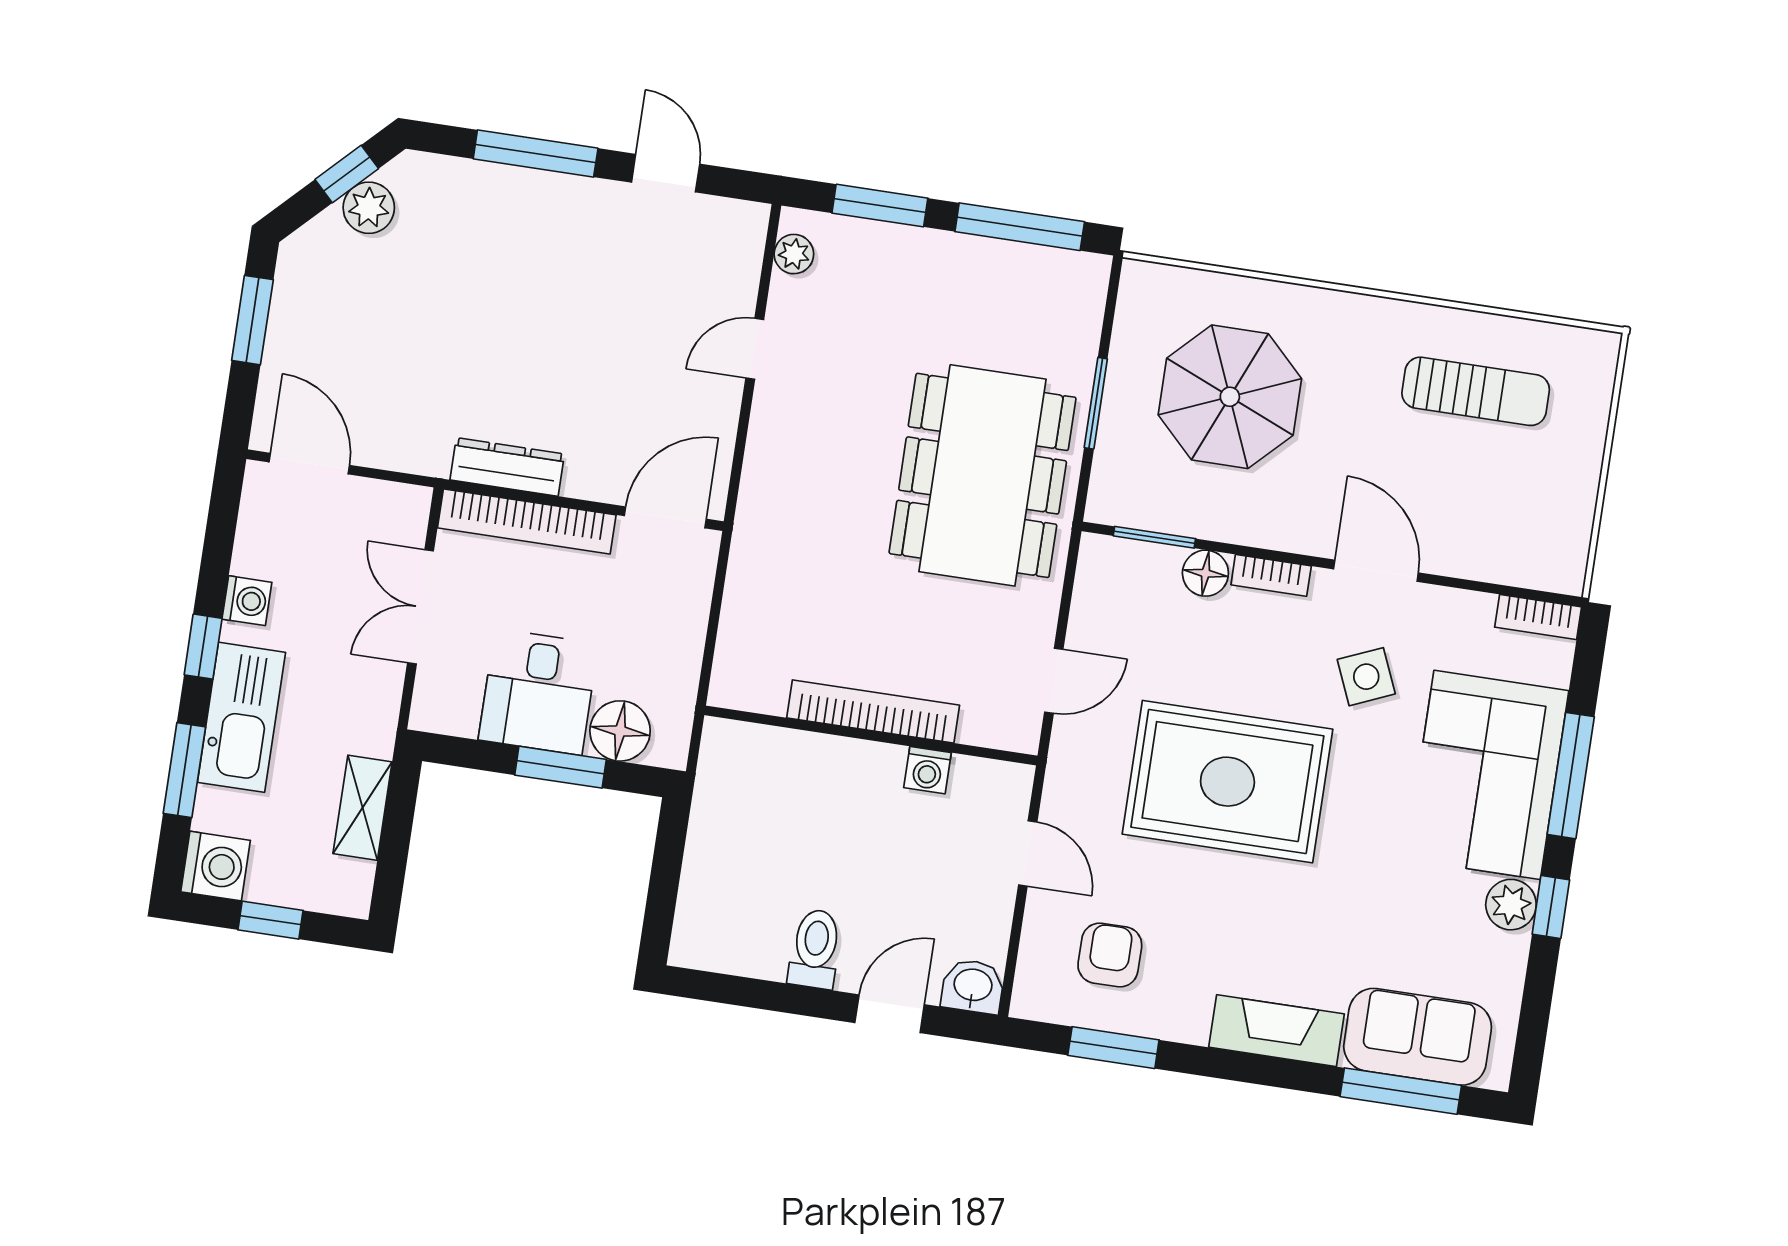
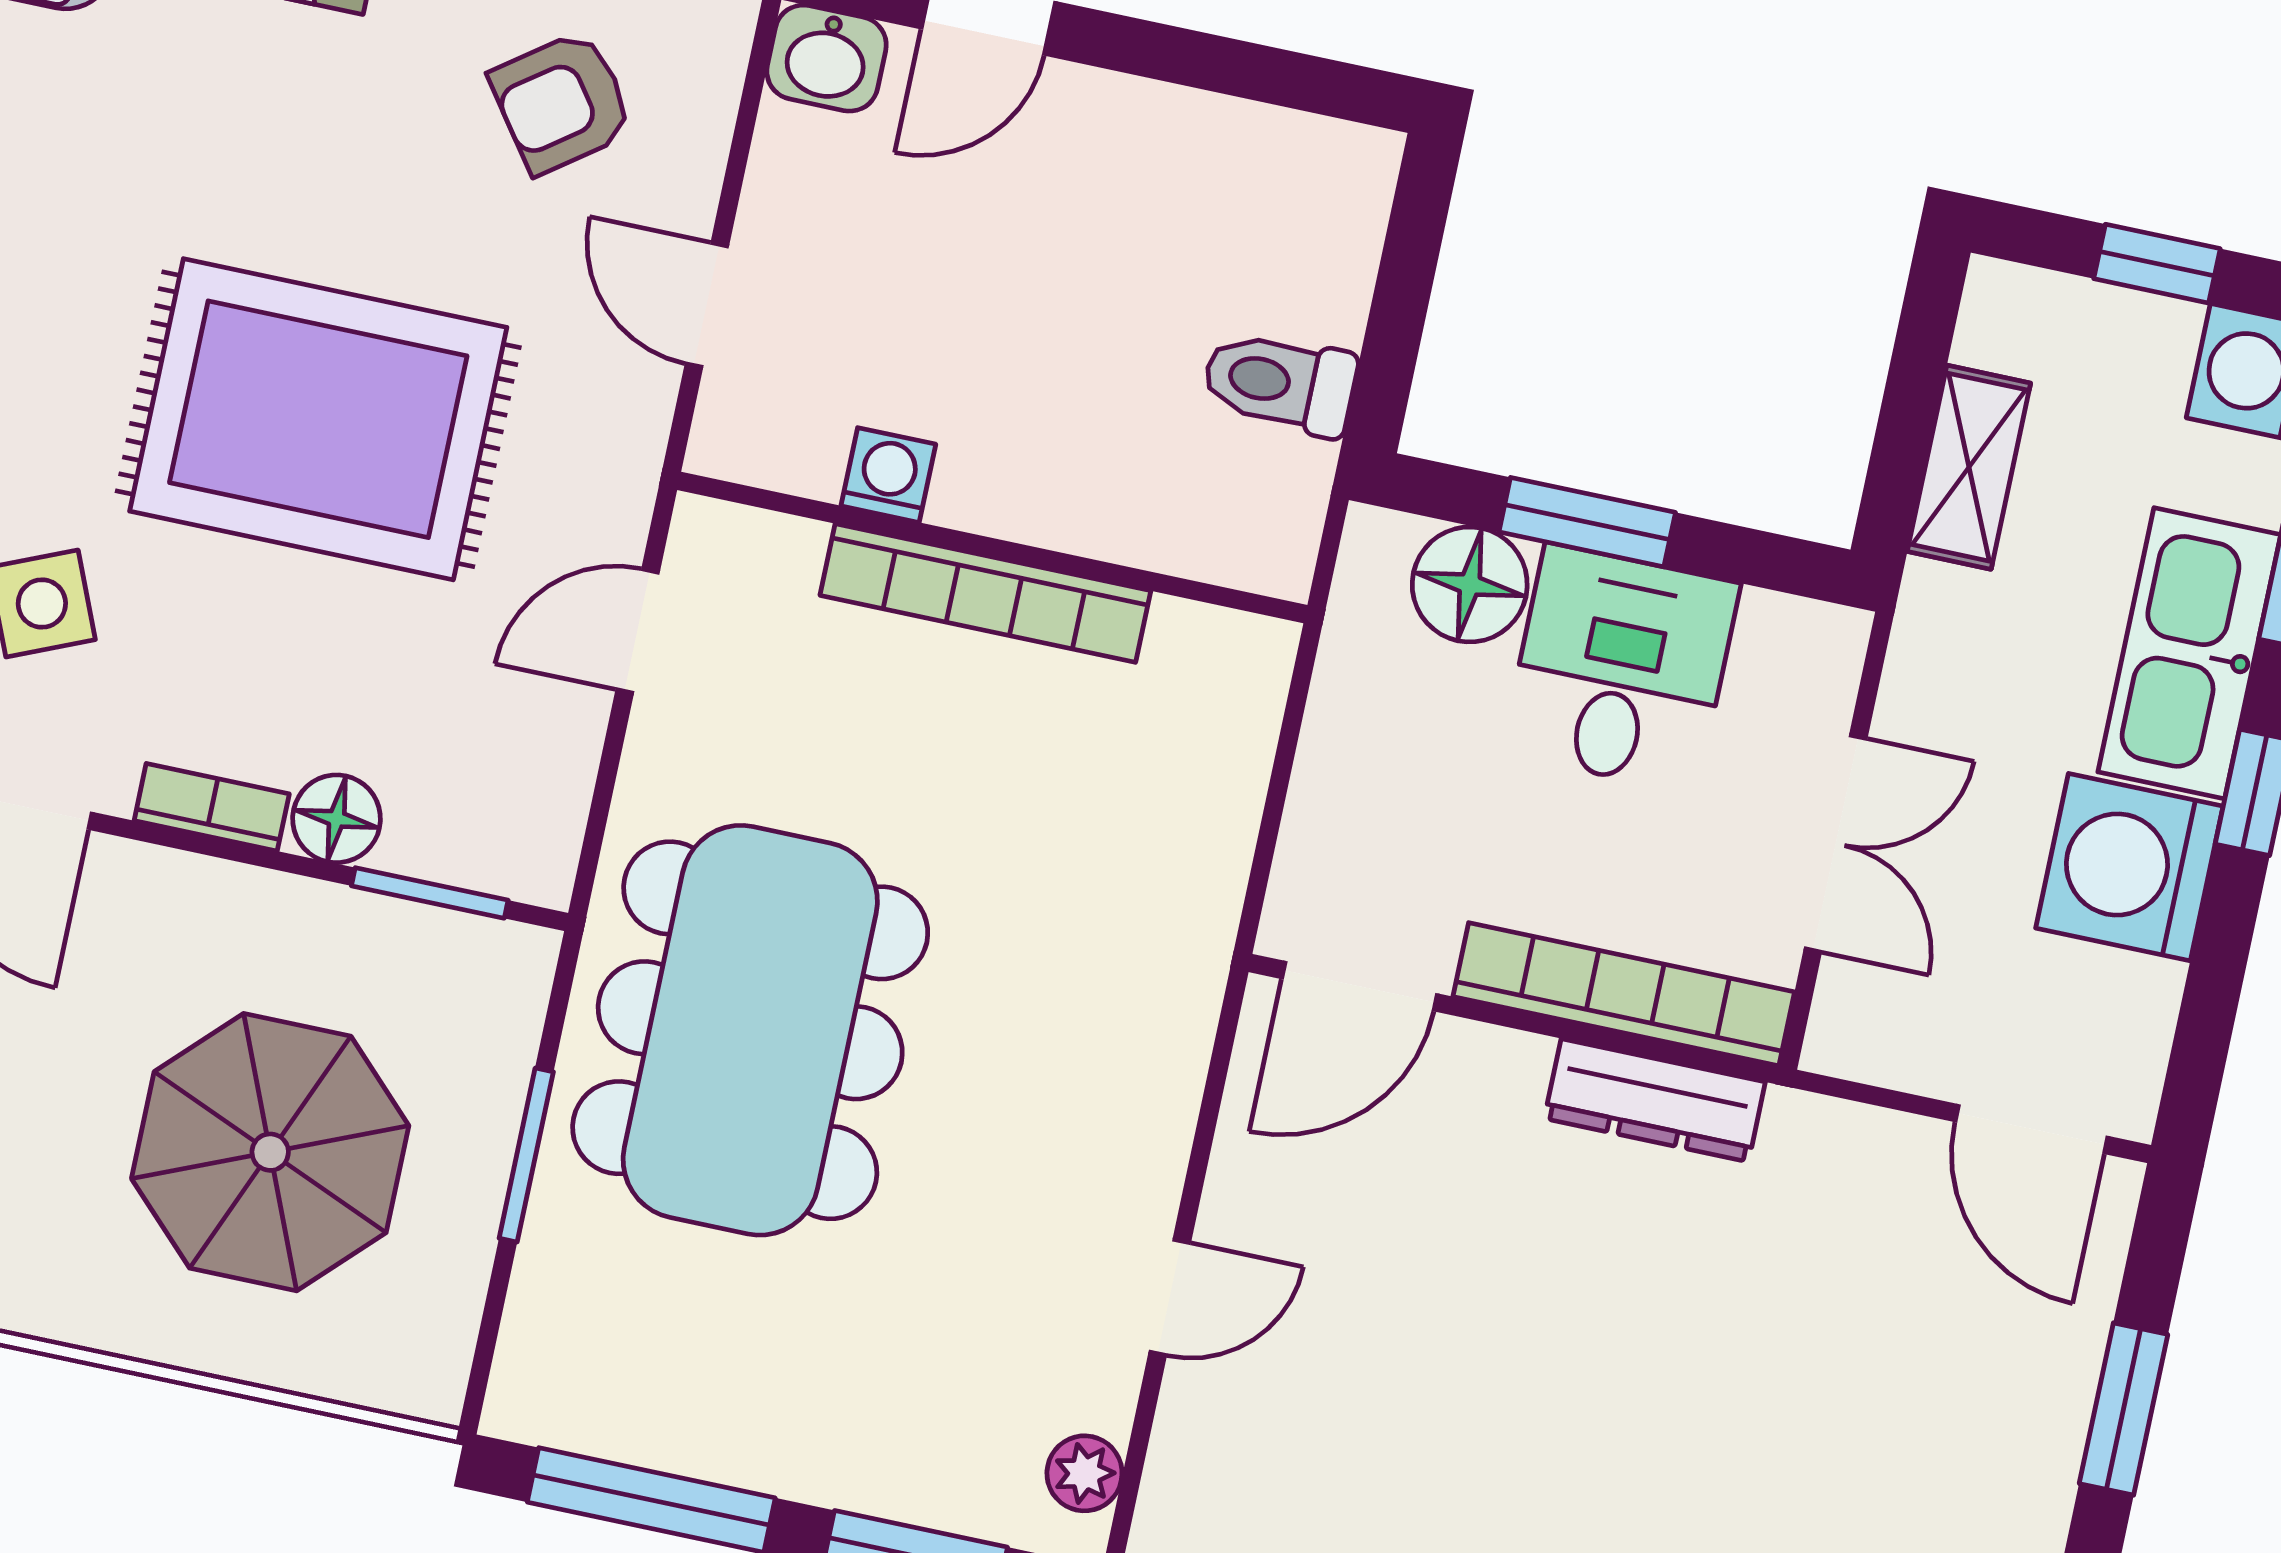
washing machine: (247, 601) -> (2129, 867), width x1.89, depth x1.89
toilet: (815, 949) -> (1280, 383), moved, turned 90
armchair: (1110, 955) -> (562, 102), turned 54

